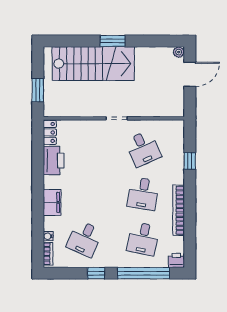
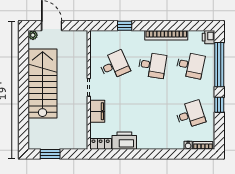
window: (113, 41) -> (23, 91), removed
stairs: (93, 64) -> (43, 84), moved
window: (38, 90) -> (50, 154), moved
filing cabinet: (52, 202) -> (97, 111), moved, turned 90
desk: (85, 239) -> (190, 115), turned -42

